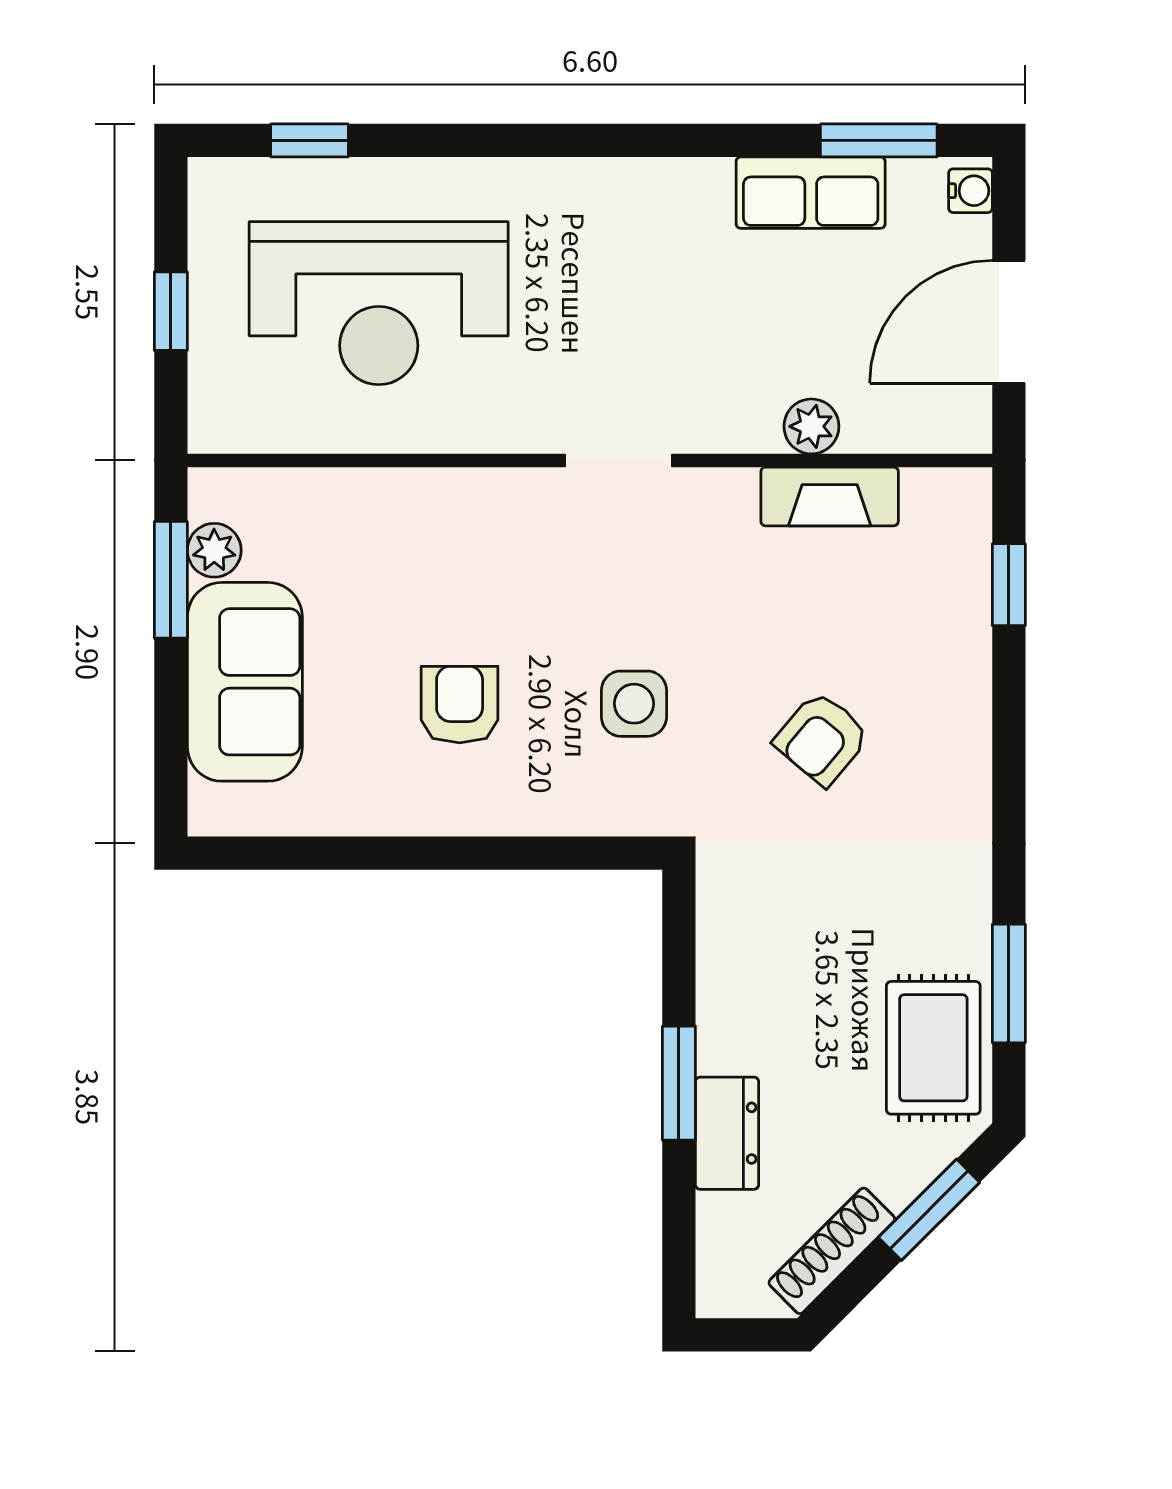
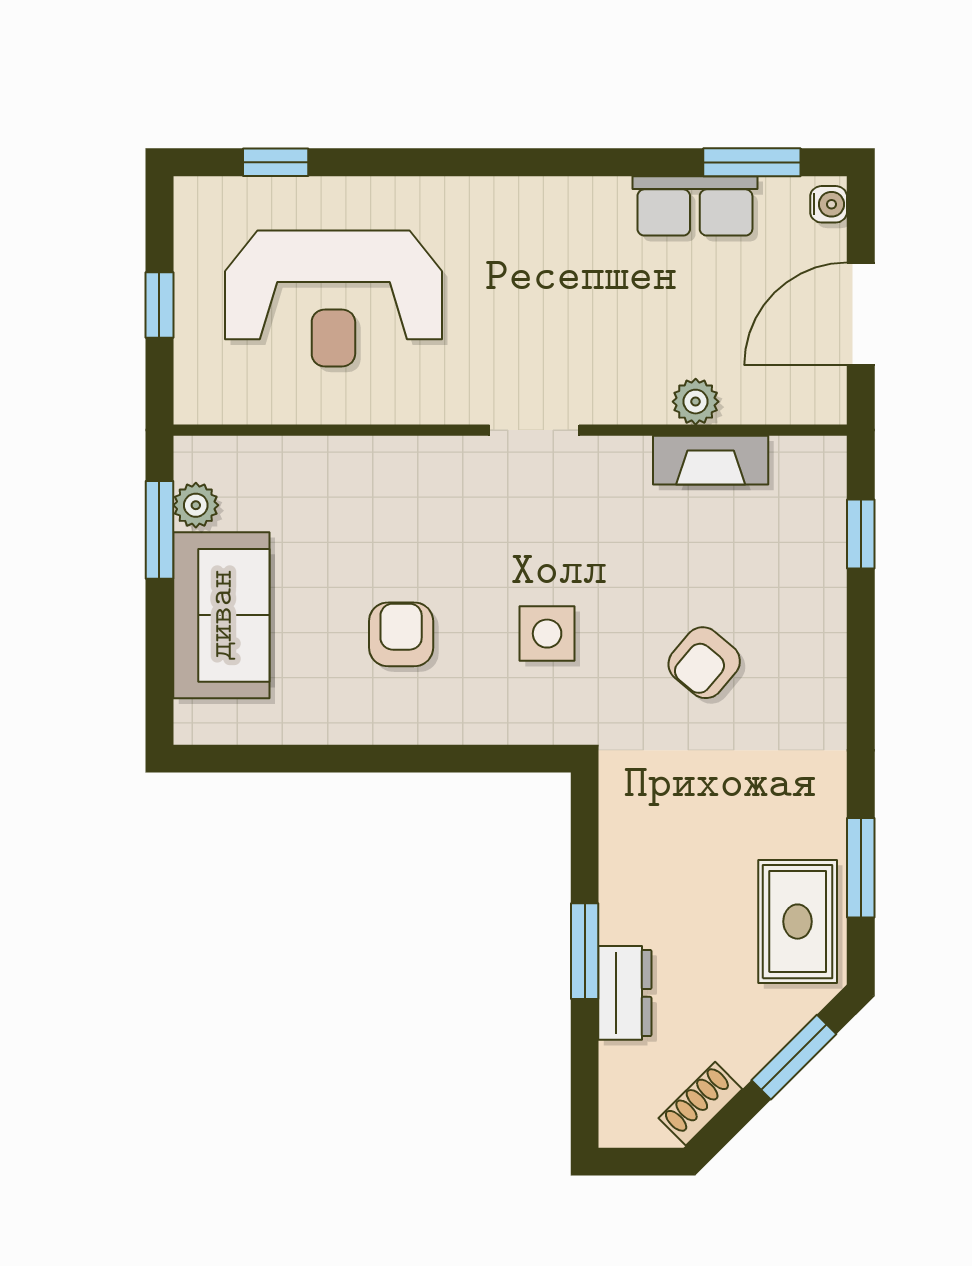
shoe rack: (832, 1251) -> (700, 1104), width x0.70

